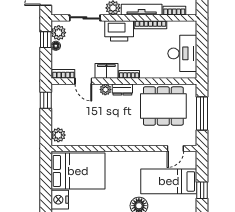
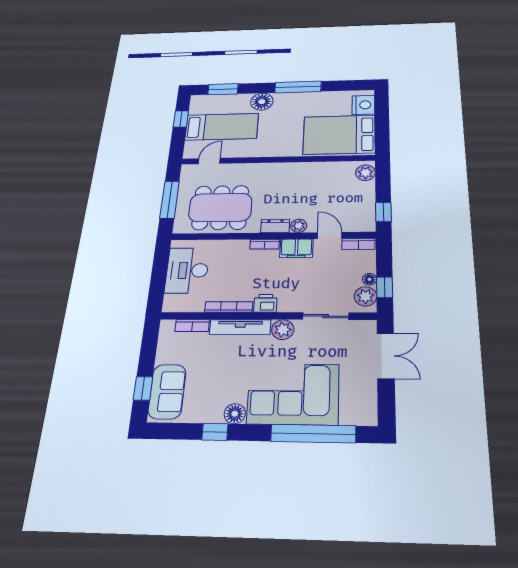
printer: (119, 31) -> (265, 303), width x0.53, depth x0.68

